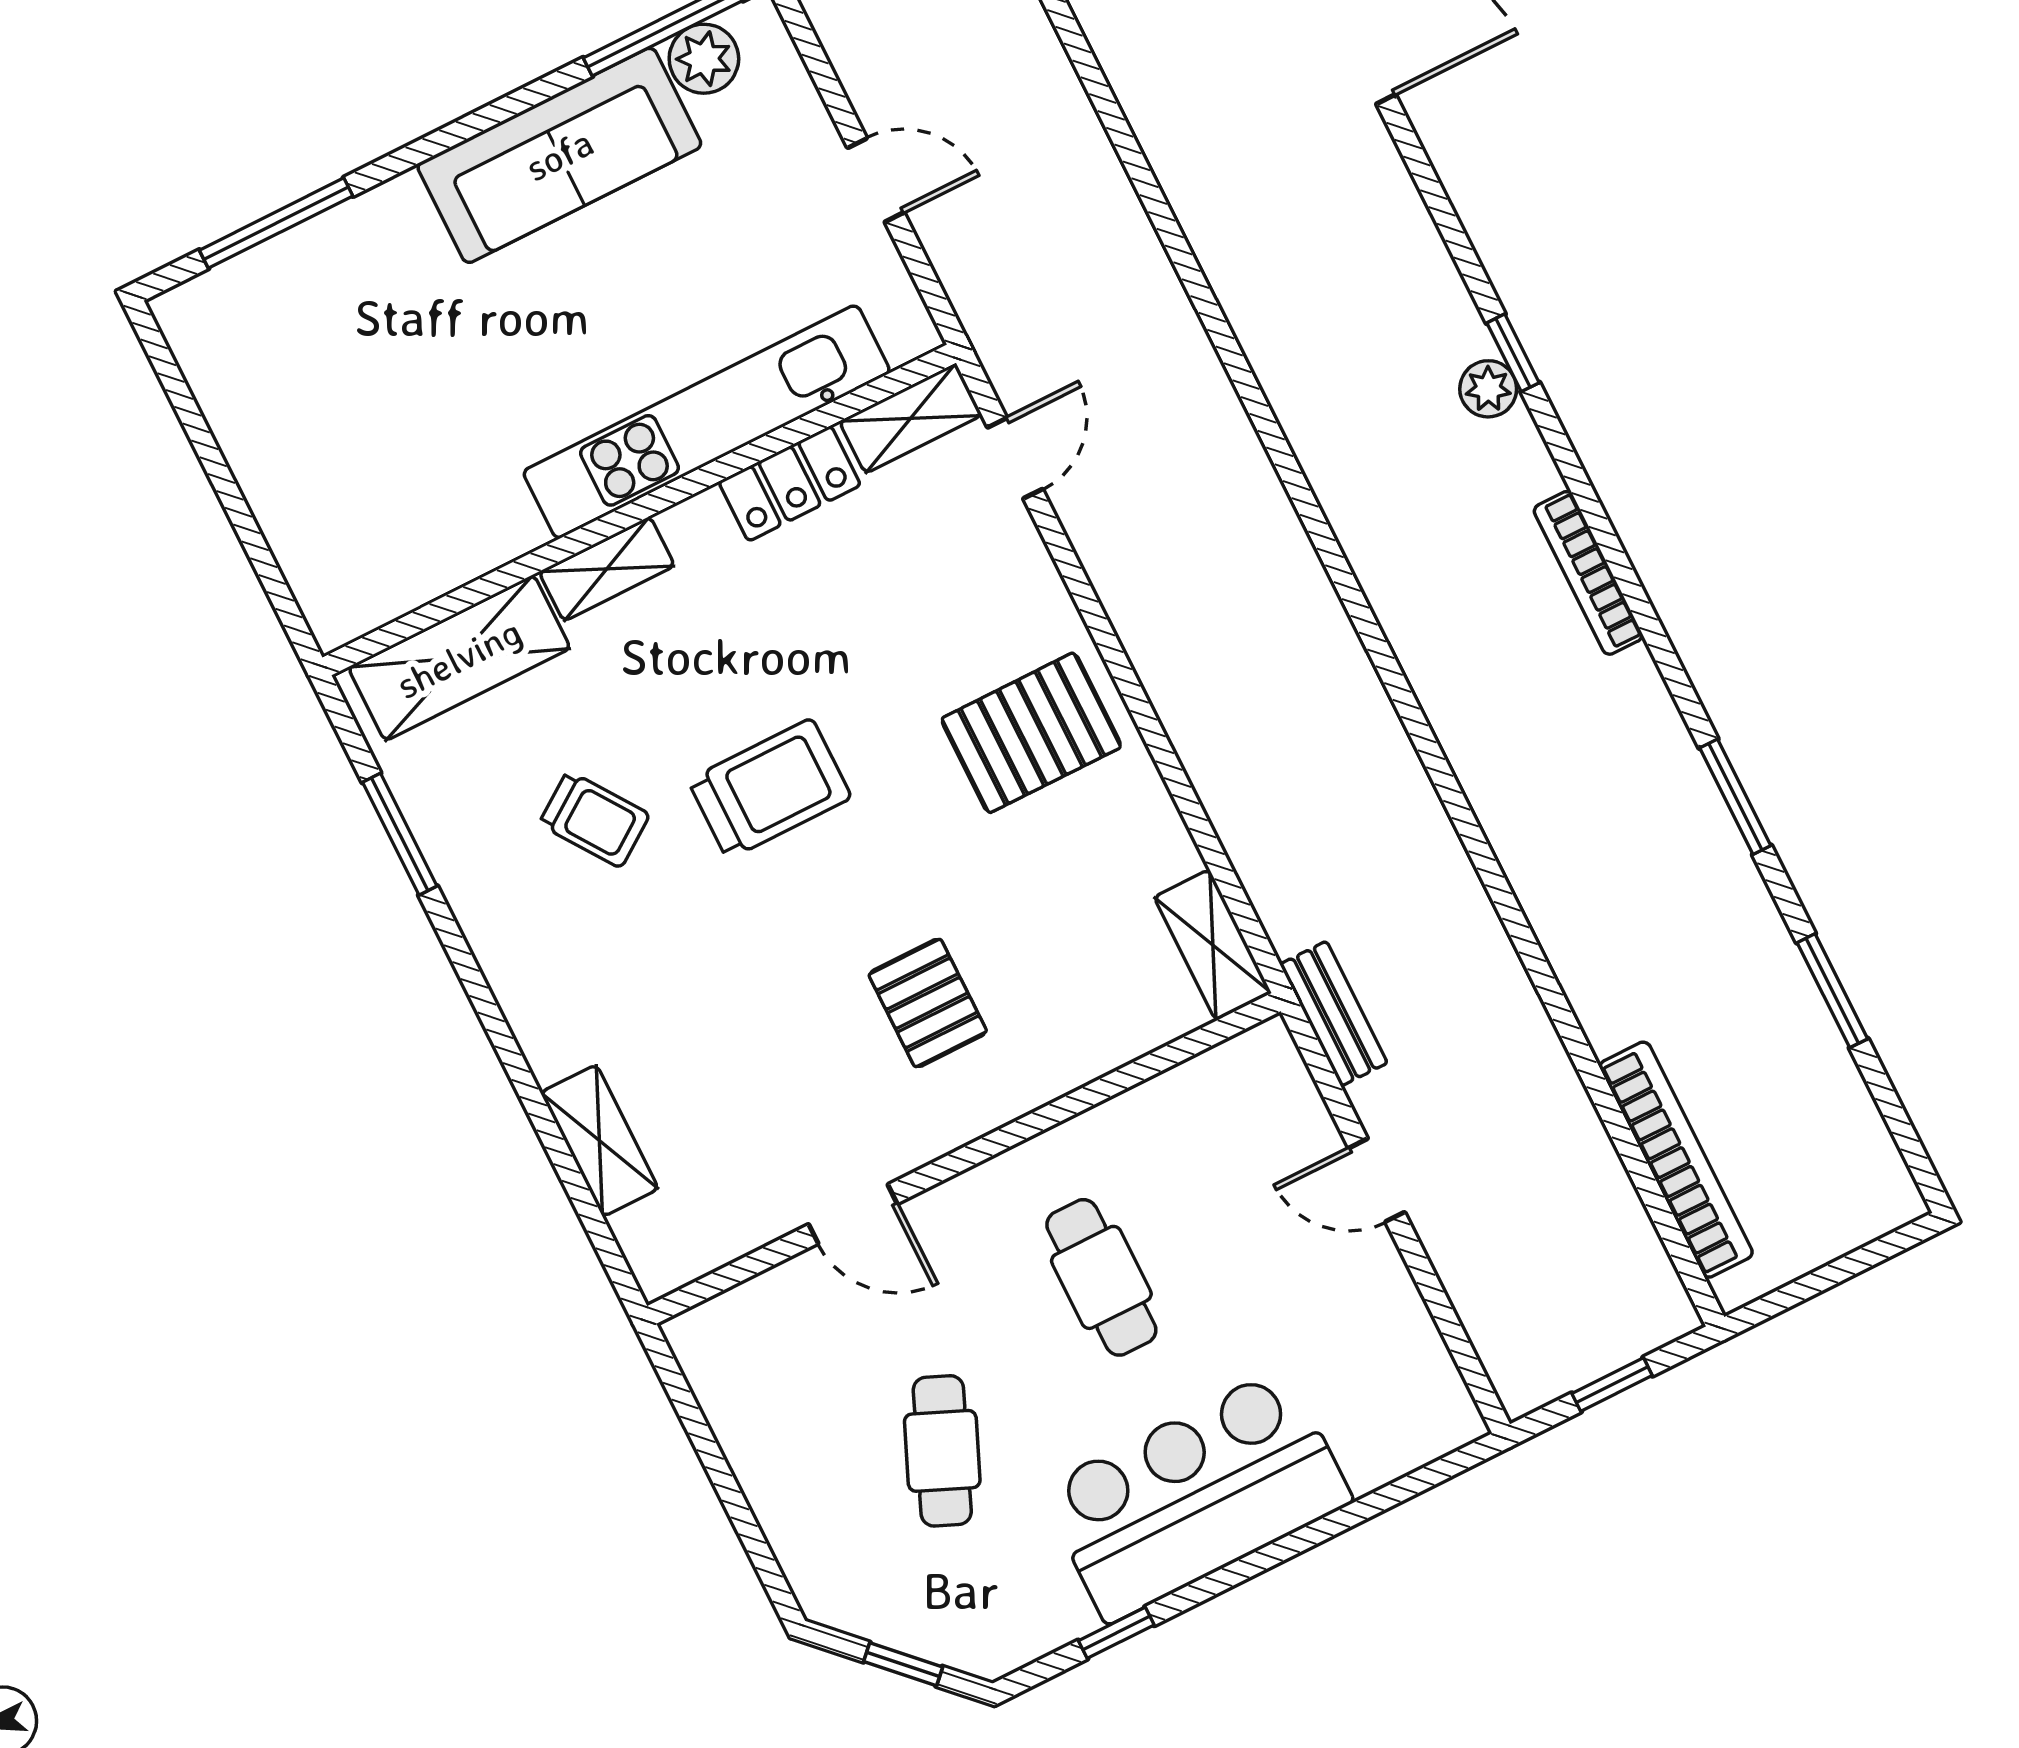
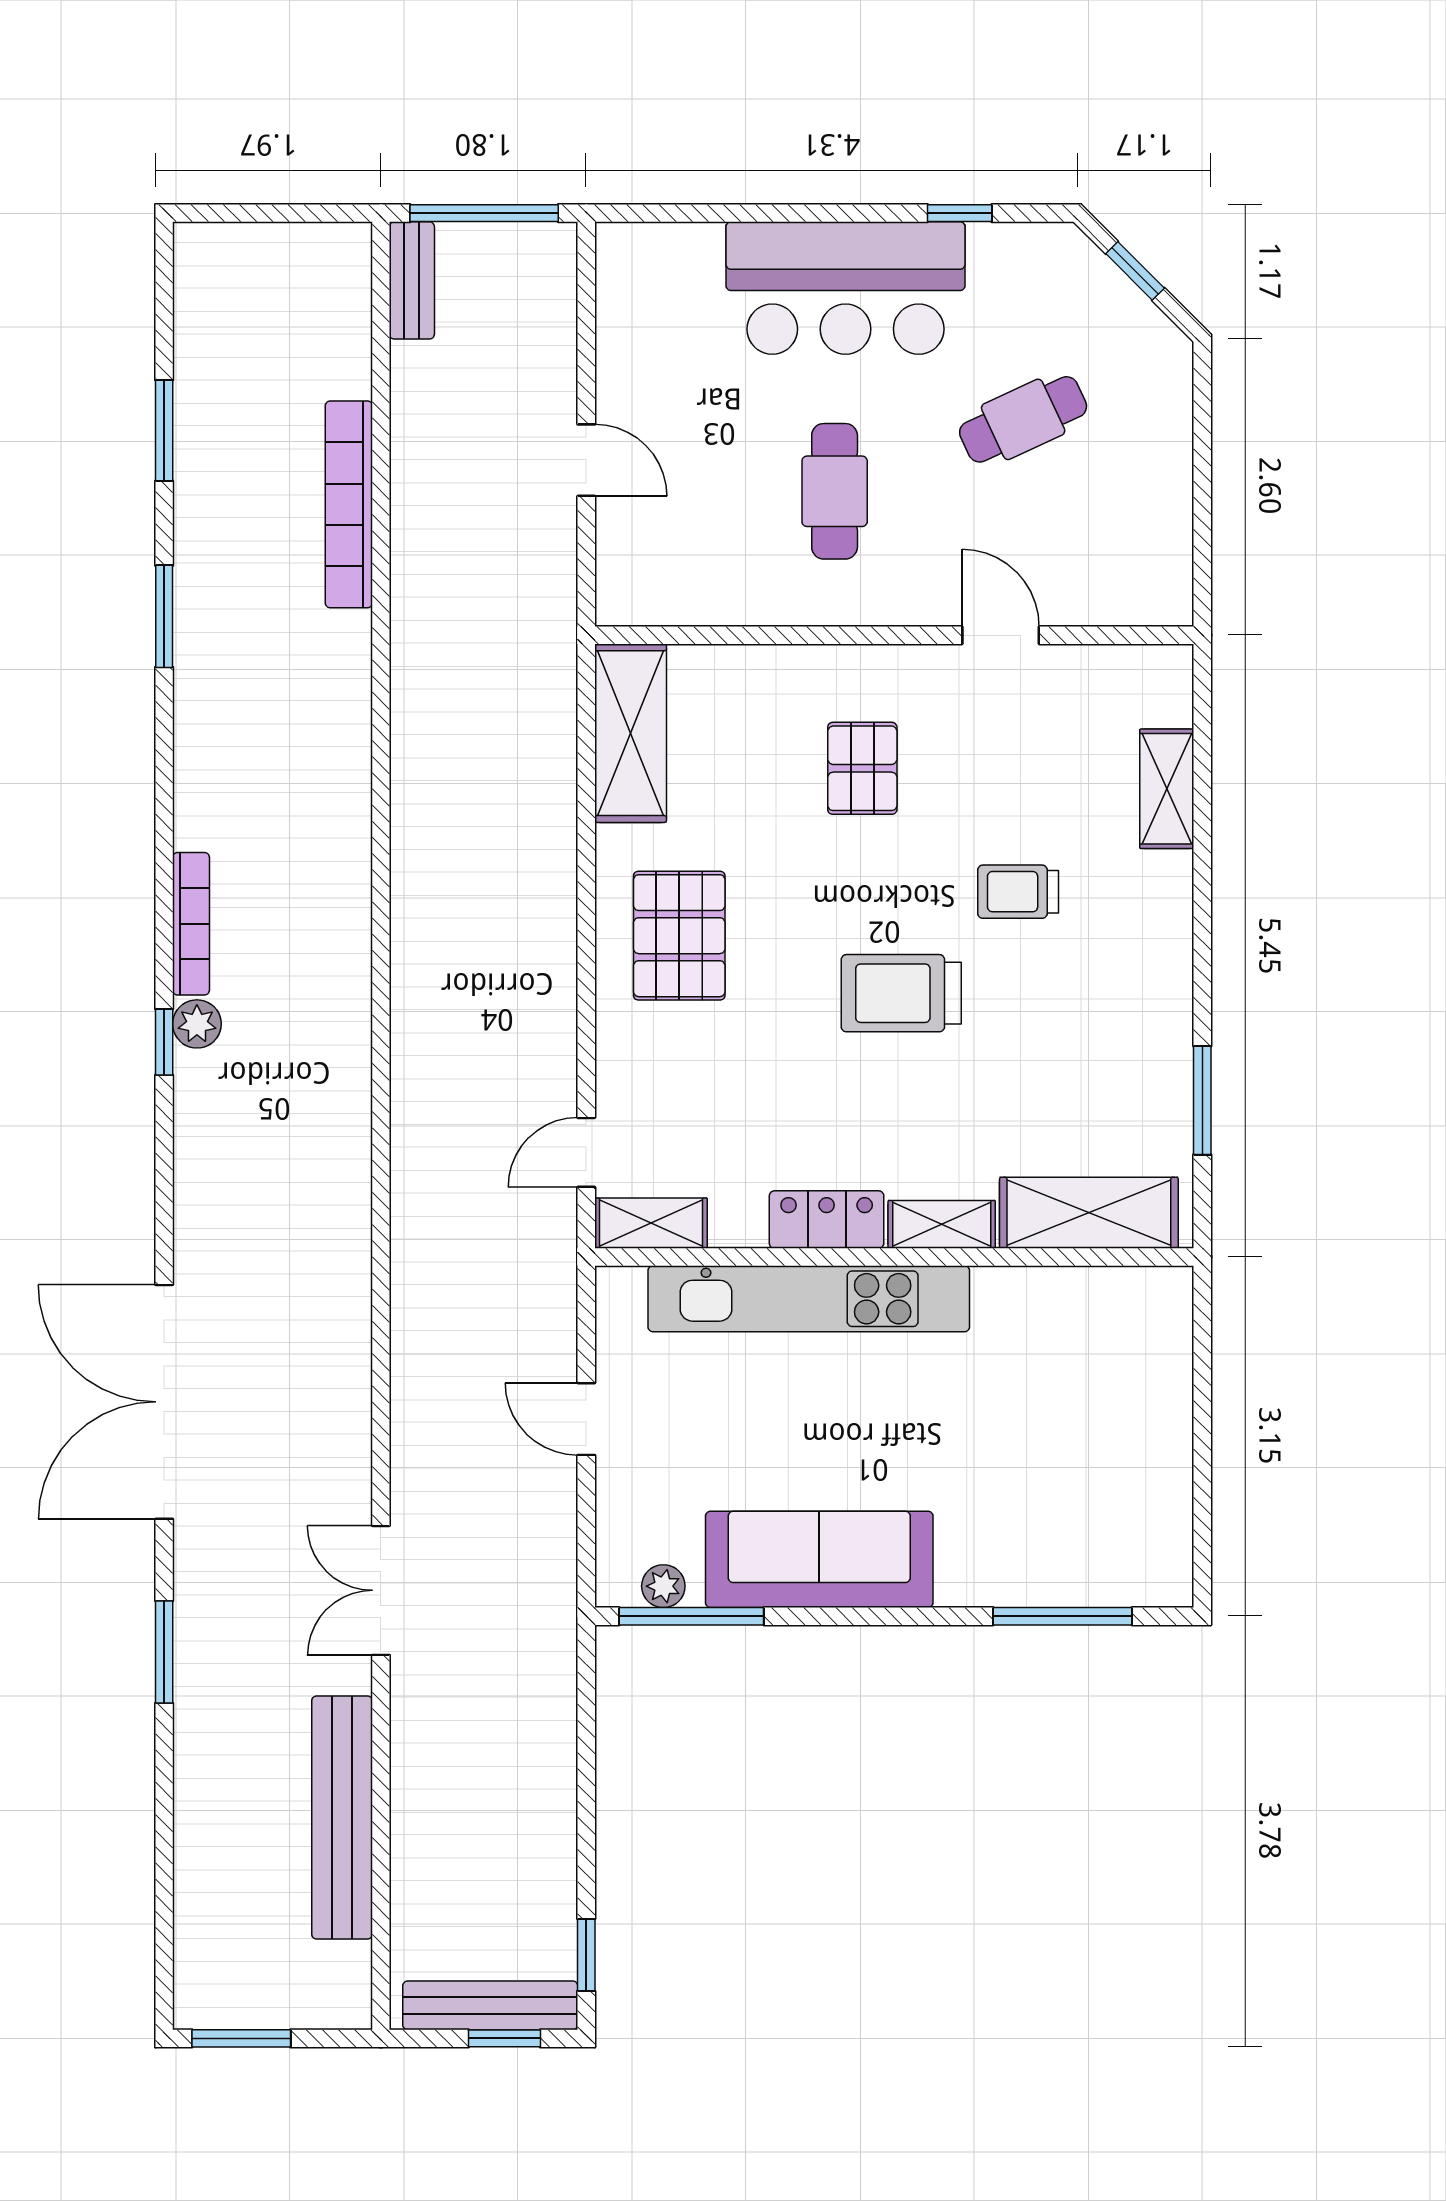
plant: (704, 59) -> (663, 1586), width x0.73, depth x0.73
locker: (790, 484) -> (827, 1220), moved
bookcase: (1588, 573) -> (191, 924), moved
pallet: (1031, 733) -> (679, 936), turned 90
trolley: (594, 819) -> (1018, 892), moved, turned -55
shelving: (1213, 945) -> (631, 733), width x1.50, depth x1.33
bench: (1334, 1014) -> (412, 280), moved
bookcase: (1676, 1160) -> (349, 504), moved
window: (1612, 1385) -> (484, 213), width x2.17
cafe table: (942, 1451) -> (1023, 419), turned 42

